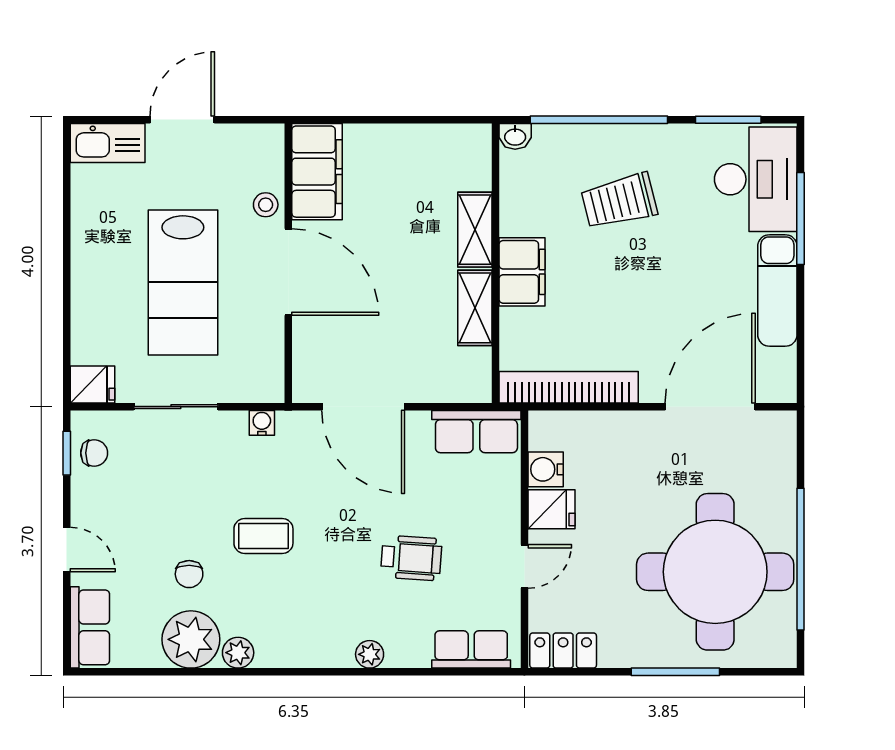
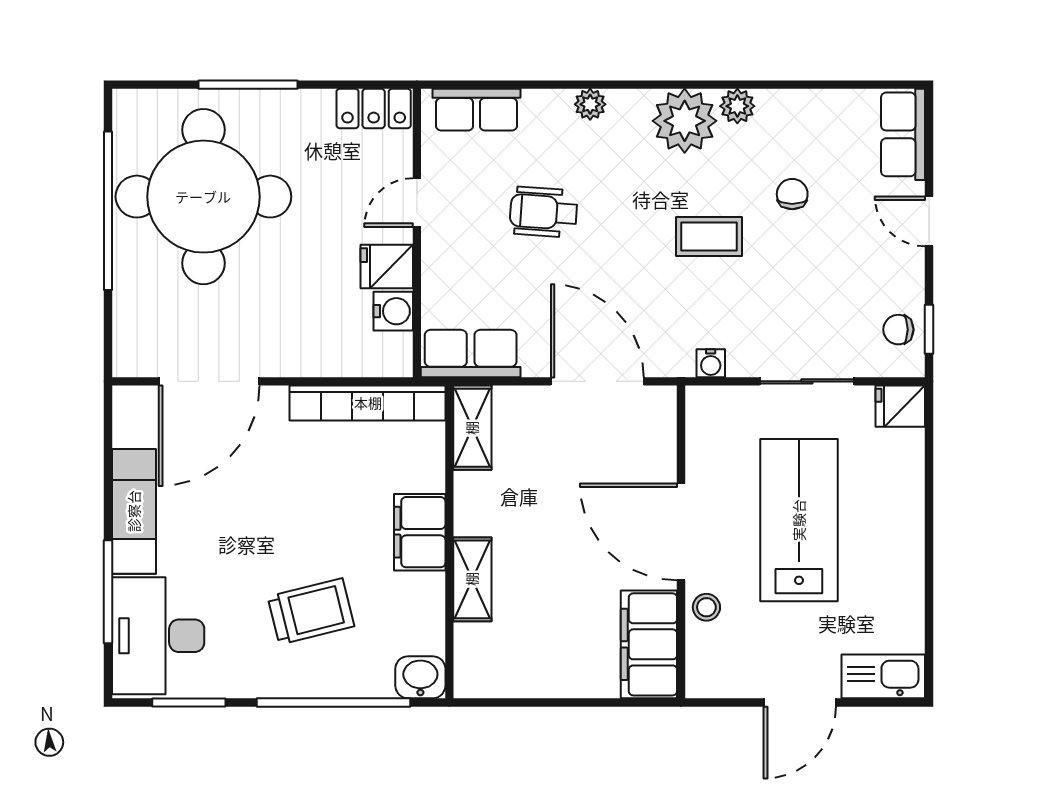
washbasin: (515, 136) -> (420, 677), width x1.38, depth x1.45
shelving: (475, 308) -> (472, 428), moved
plant: (191, 639) -> (685, 121), moved

